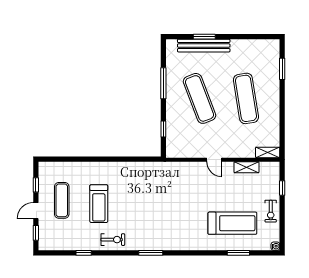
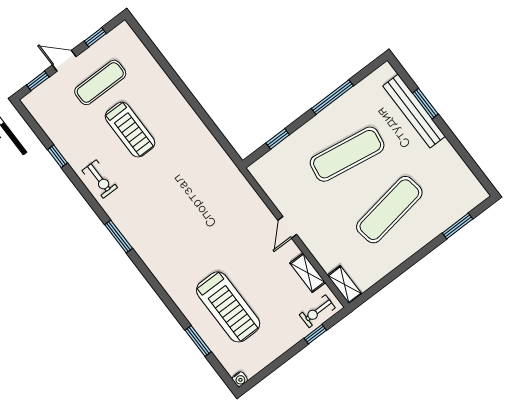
exercise mat: (199, 98) -> (347, 154), turned 30
treadmill: (99, 204) -> (130, 130), turned -90
exercise bike: (271, 211) -> (317, 311), moved

